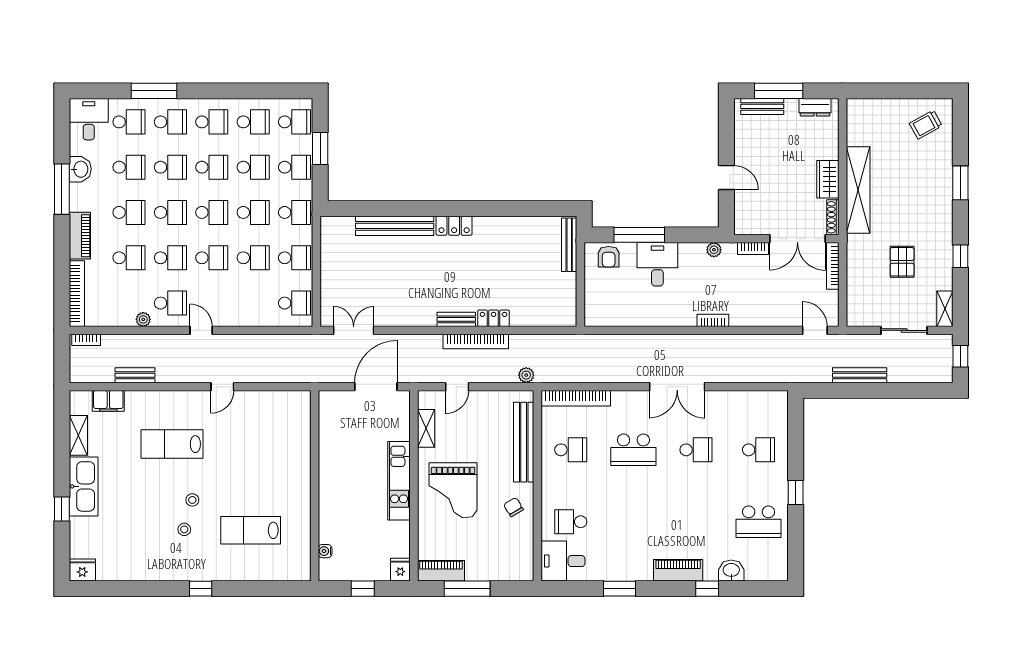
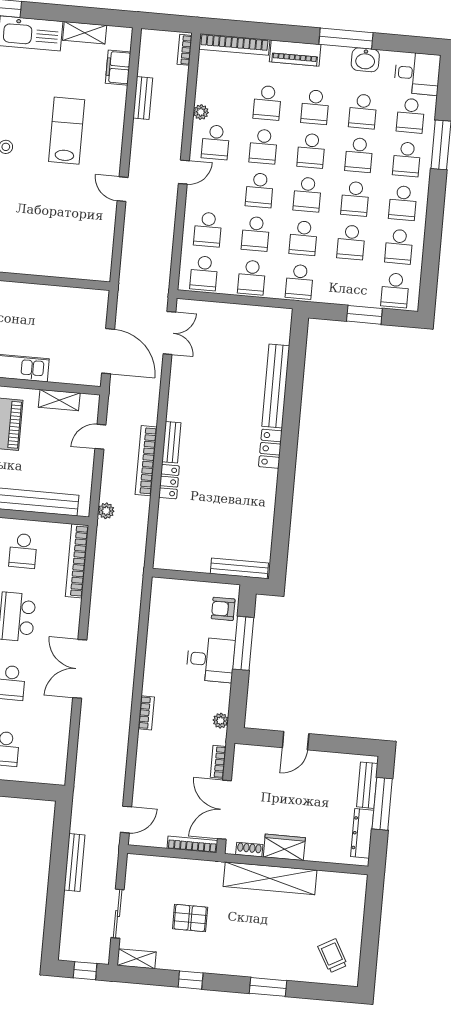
dresser: (815, 107) -> (362, 833), width x1.44
school desk: (295, 167) -> (208, 230), moved
shoe rack: (833, 217) -> (249, 850), width x0.70
door: (457, 387) -> (100, 437), hinge flipped

